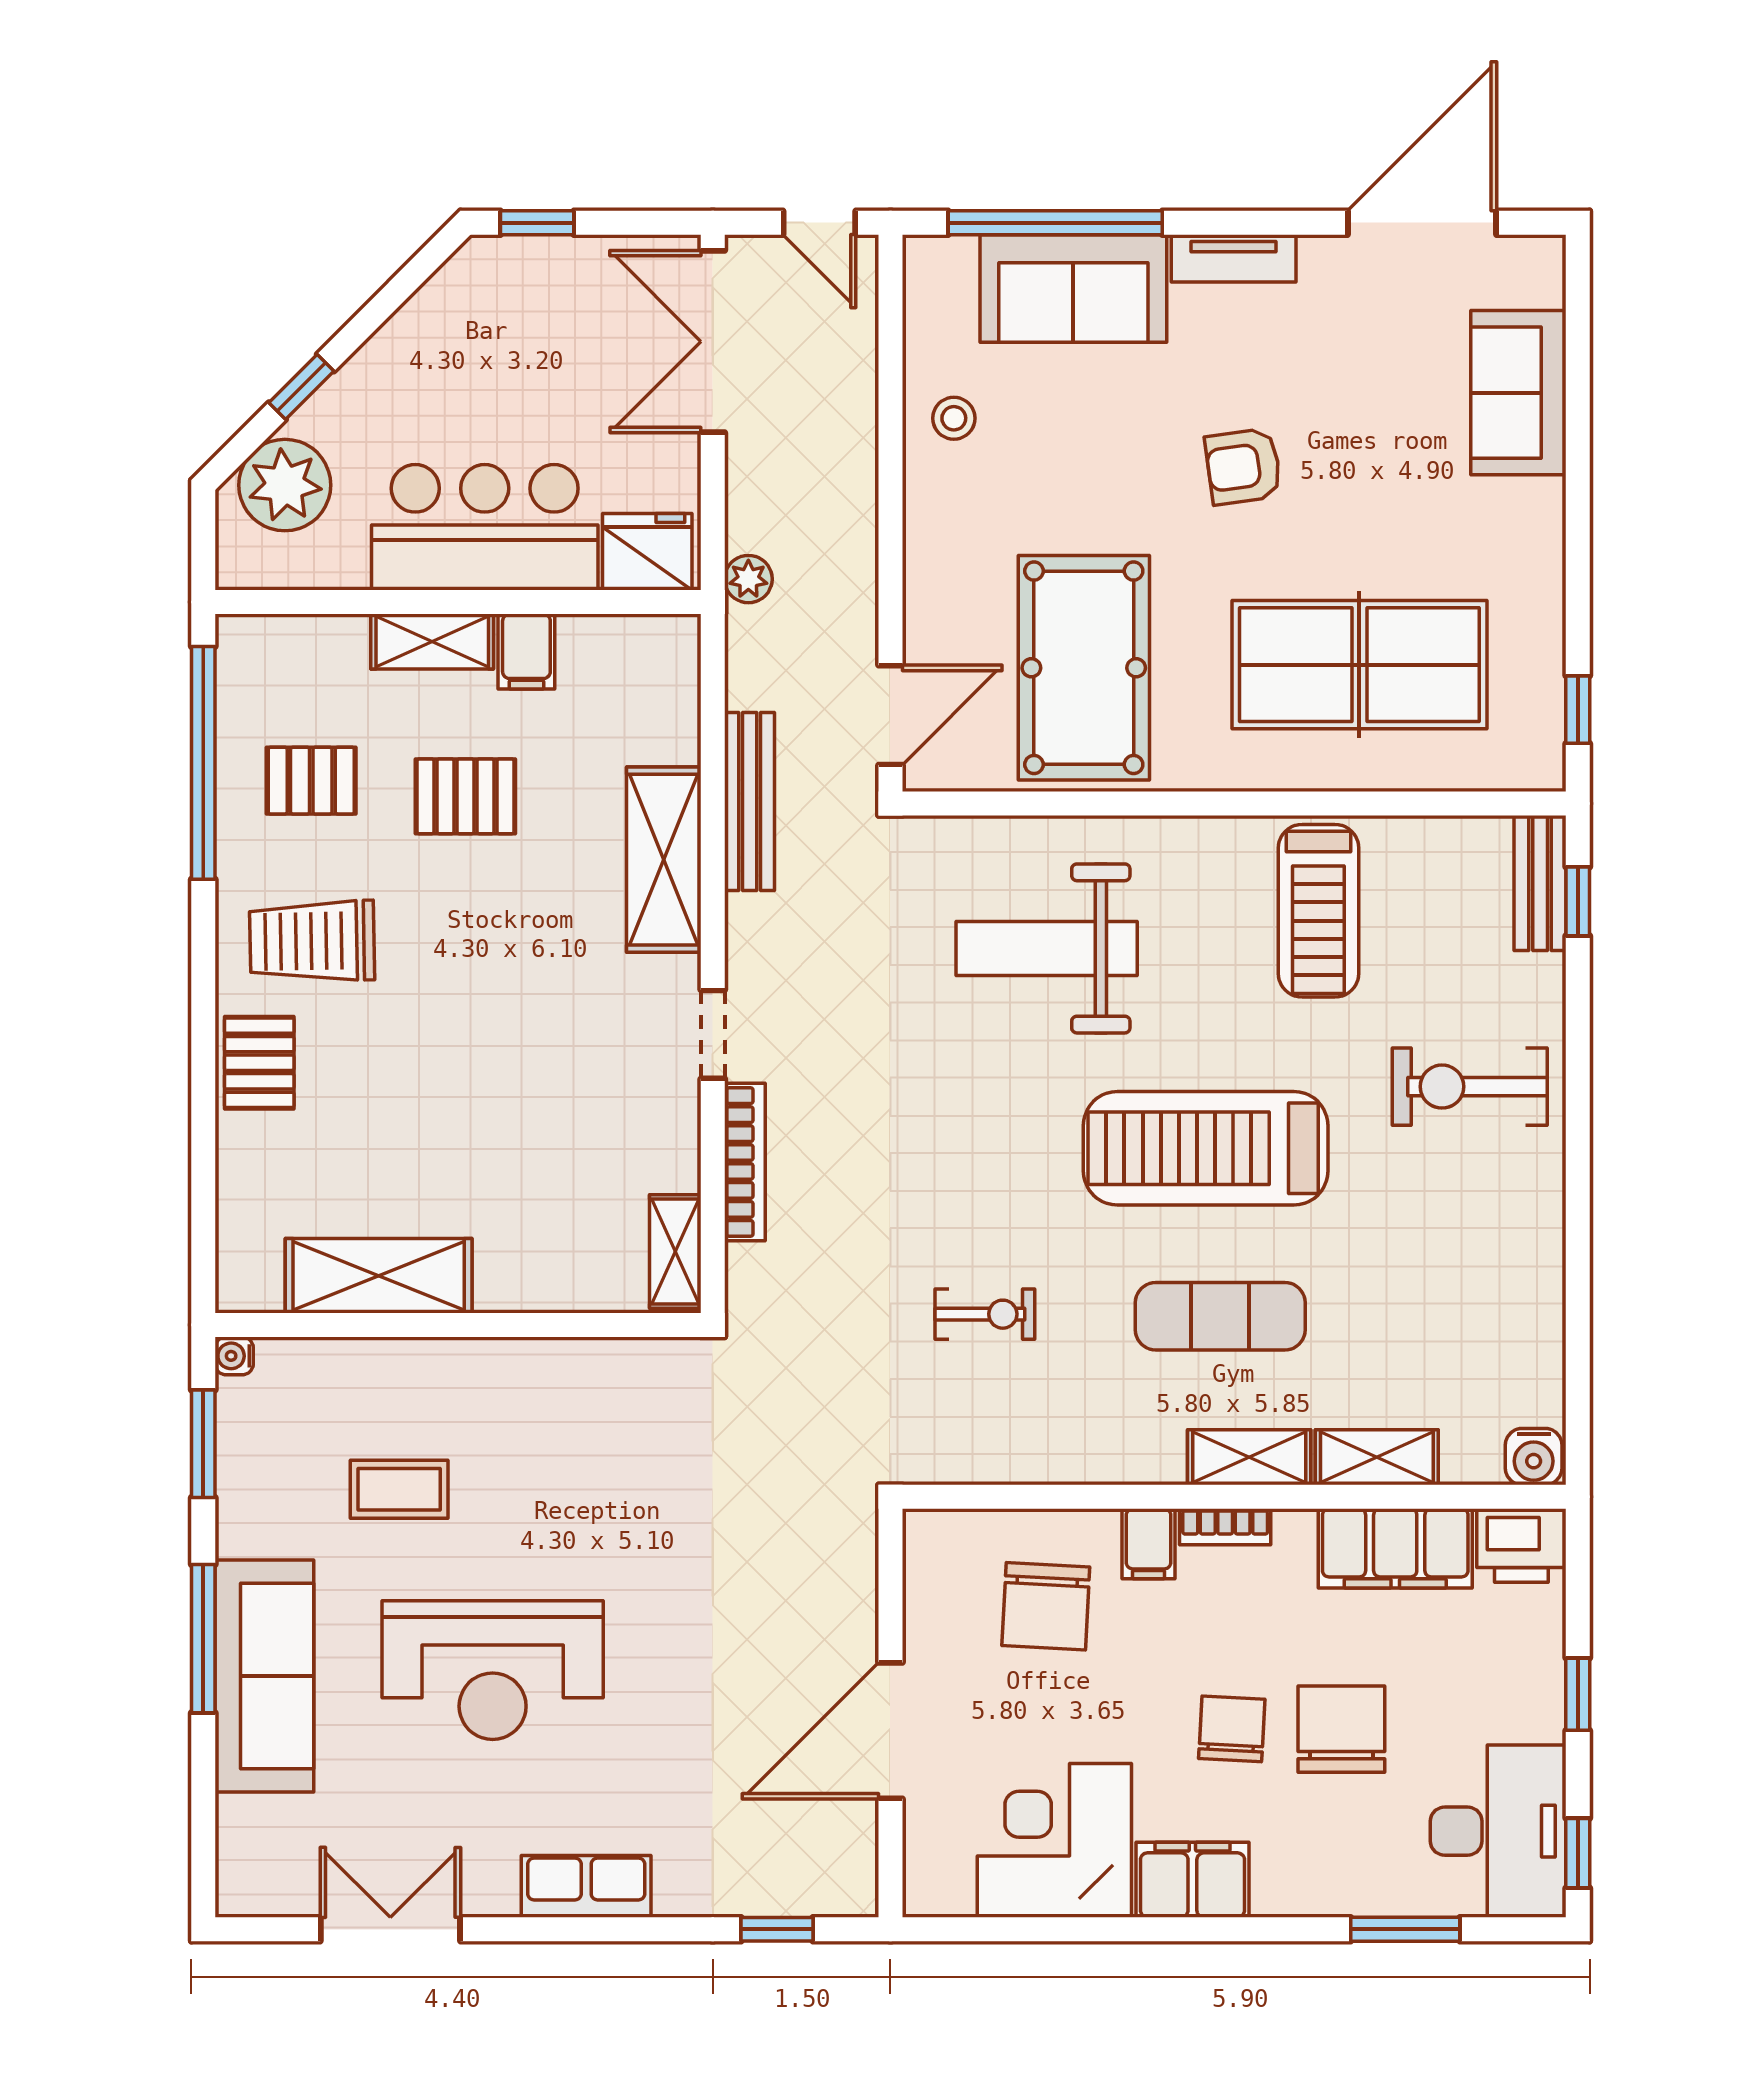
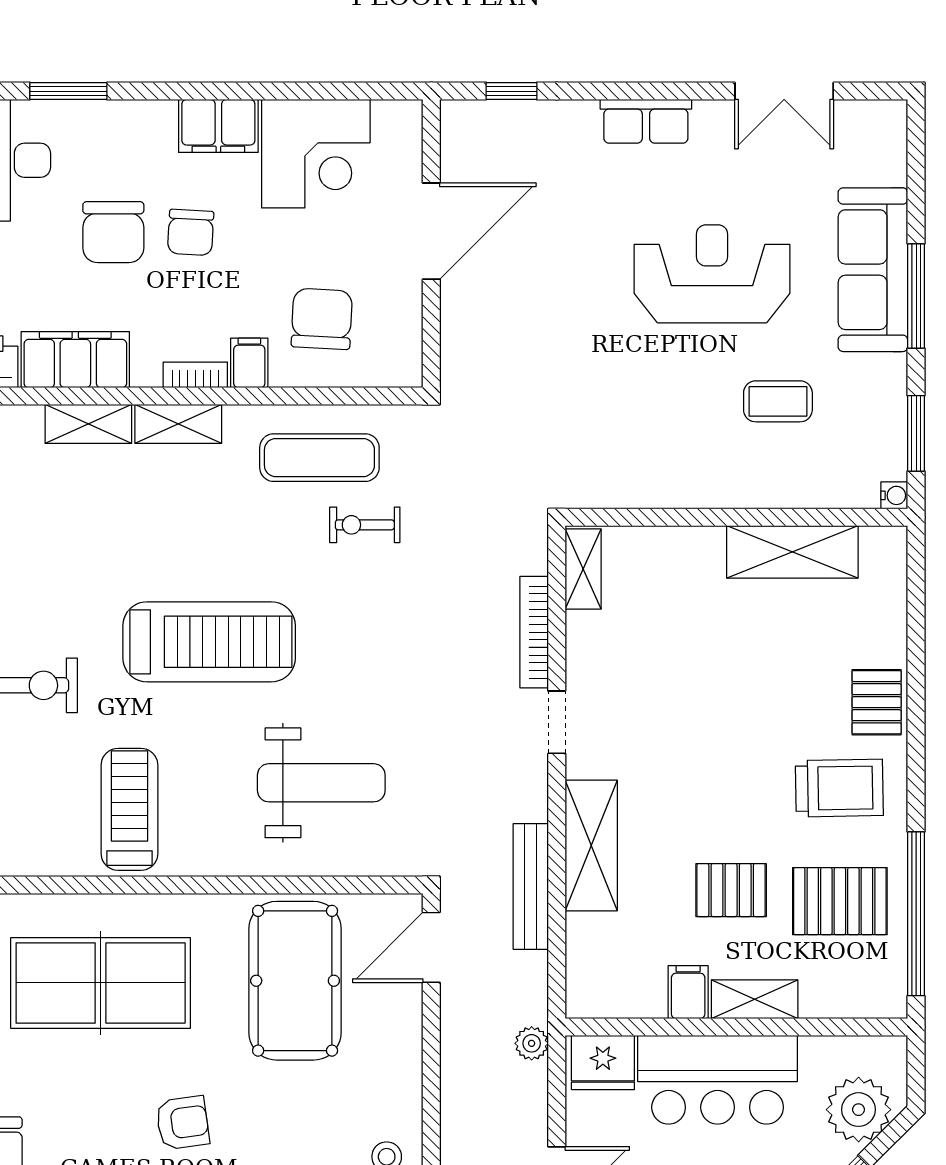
pallet: (311, 781) -> (840, 901), width x1.50, depth x1.42
exercise mat: (1220, 1316) -> (319, 458), moved

